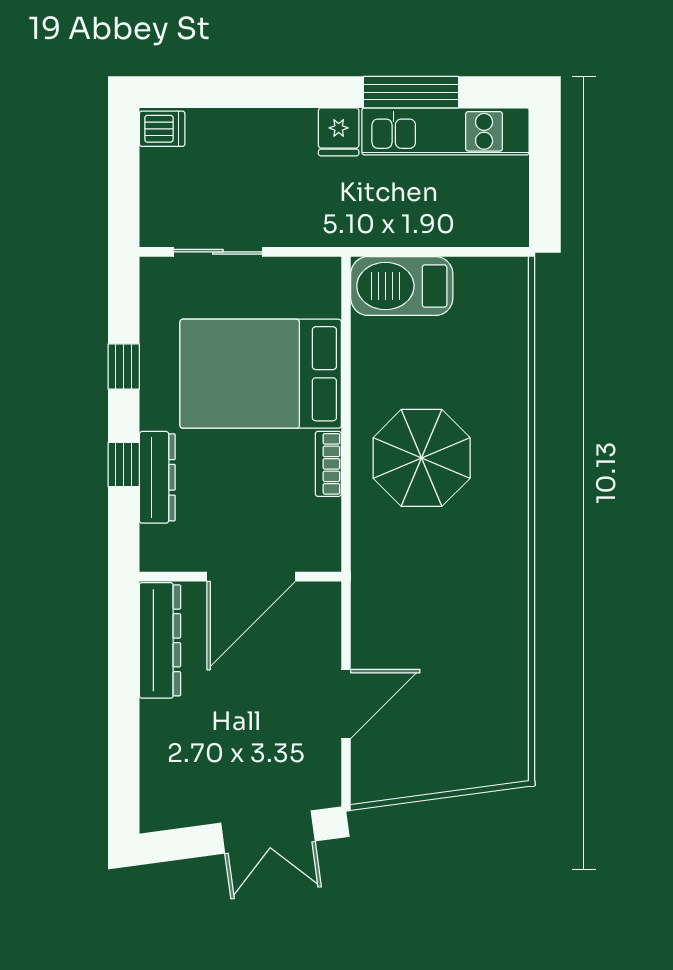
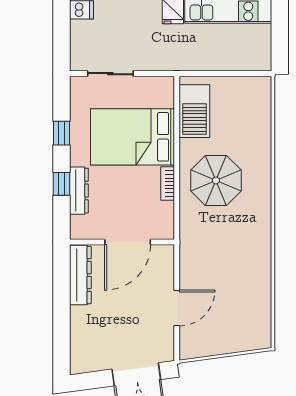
barbecue: (402, 286) -> (194, 111), moved, turned -90

